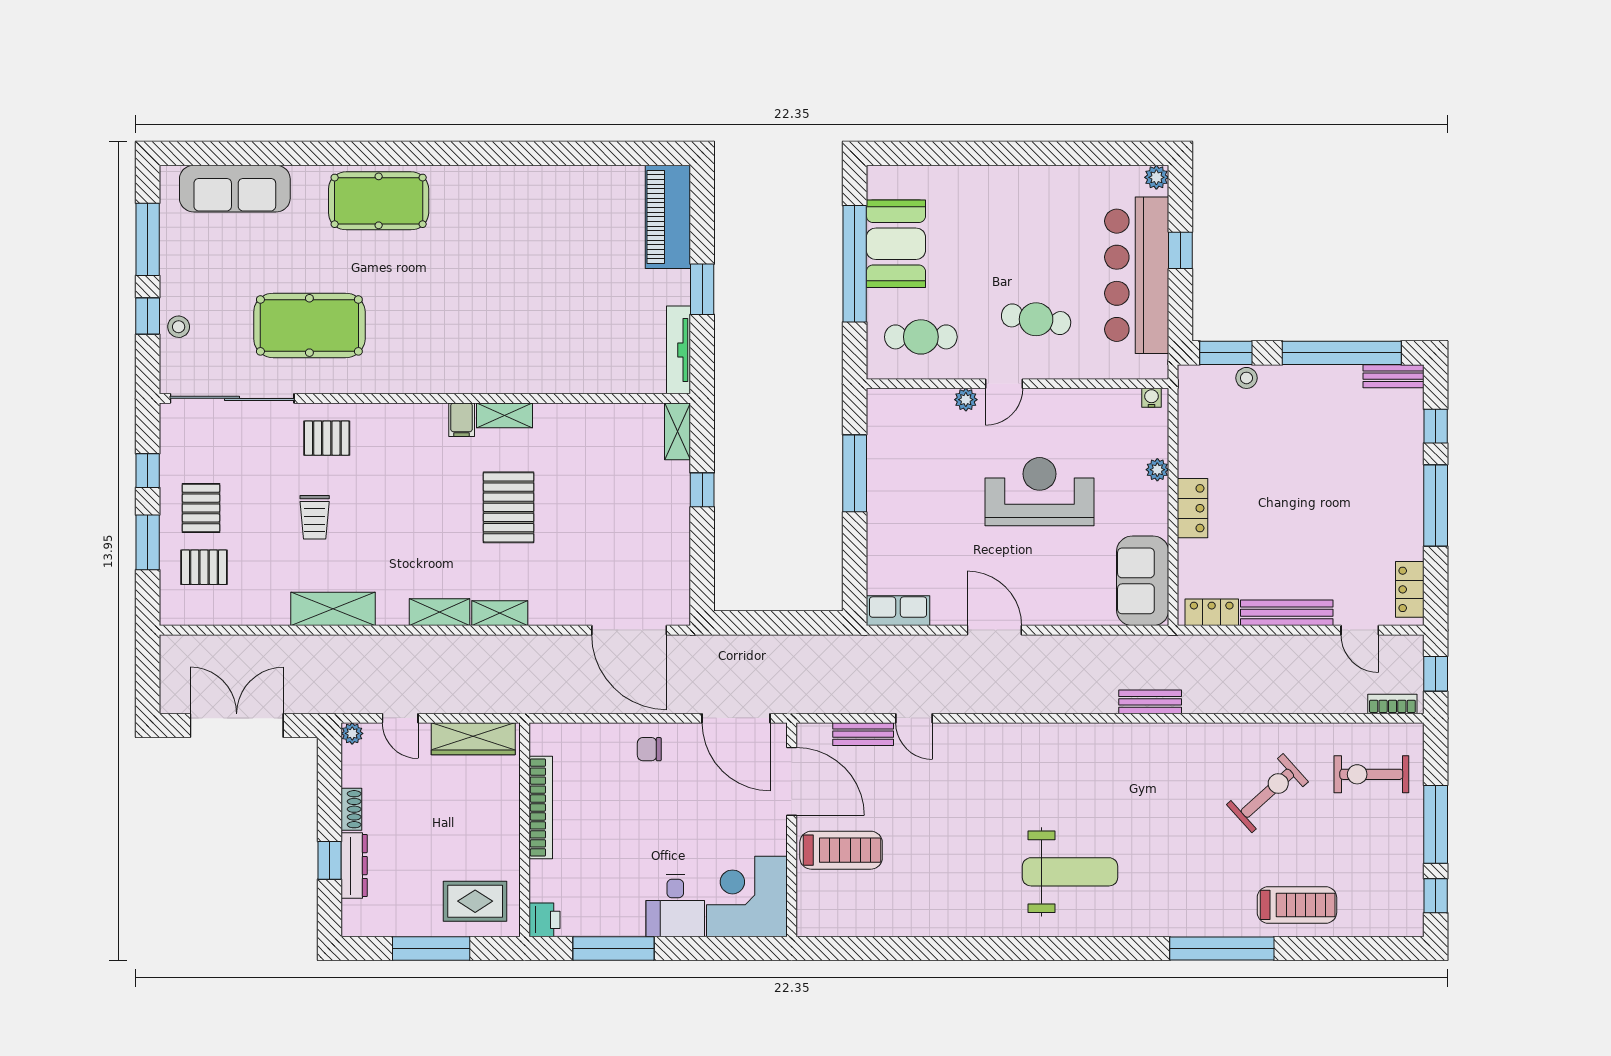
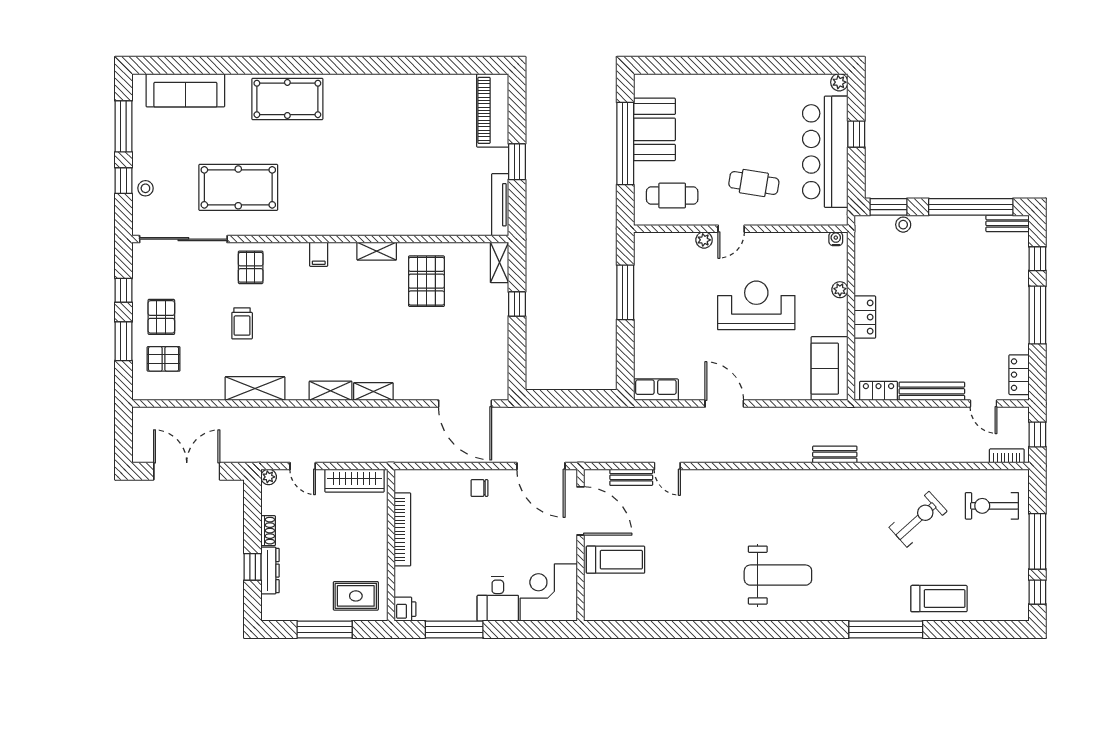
filing cabinet: (462, 420) -> (319, 254), moved
pallet: (327, 438) -> (251, 267), turned 90
pallet: (509, 507) -> (426, 281), moved

